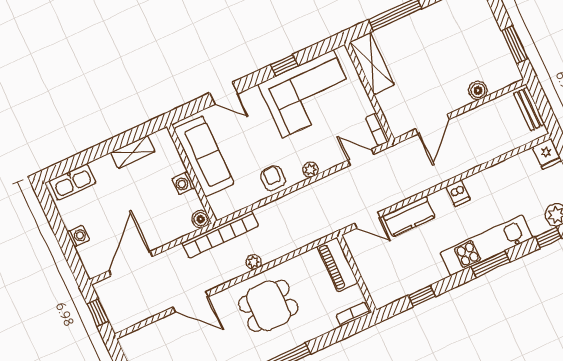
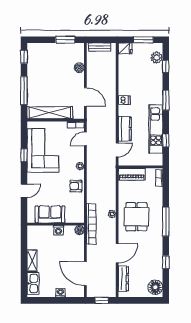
shelving: (372, 63) -> (50, 113), width x1.47
shelving: (133, 152) -> (32, 261), moved
sofa: (204, 156) -> (50, 214), width x0.73
kitchen unit: (487, 245) -> (156, 129), moved
dresser: (152, 333) -> (123, 279), added

